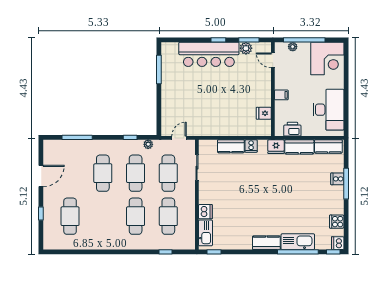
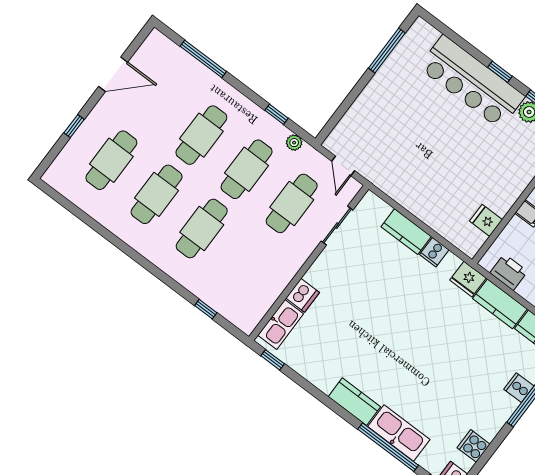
door: (179, 138) -> (343, 166), swing flipped
cafe table: (168, 216) -> (157, 194), moved

